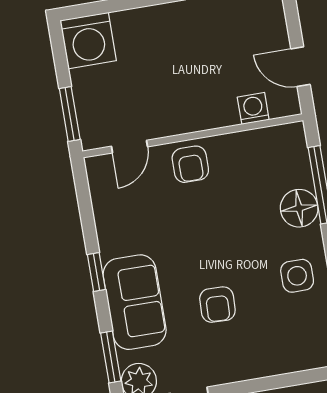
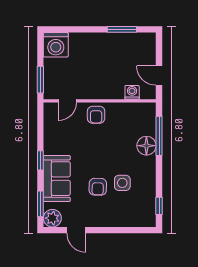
side table: (297, 276) -> (122, 183), moved

